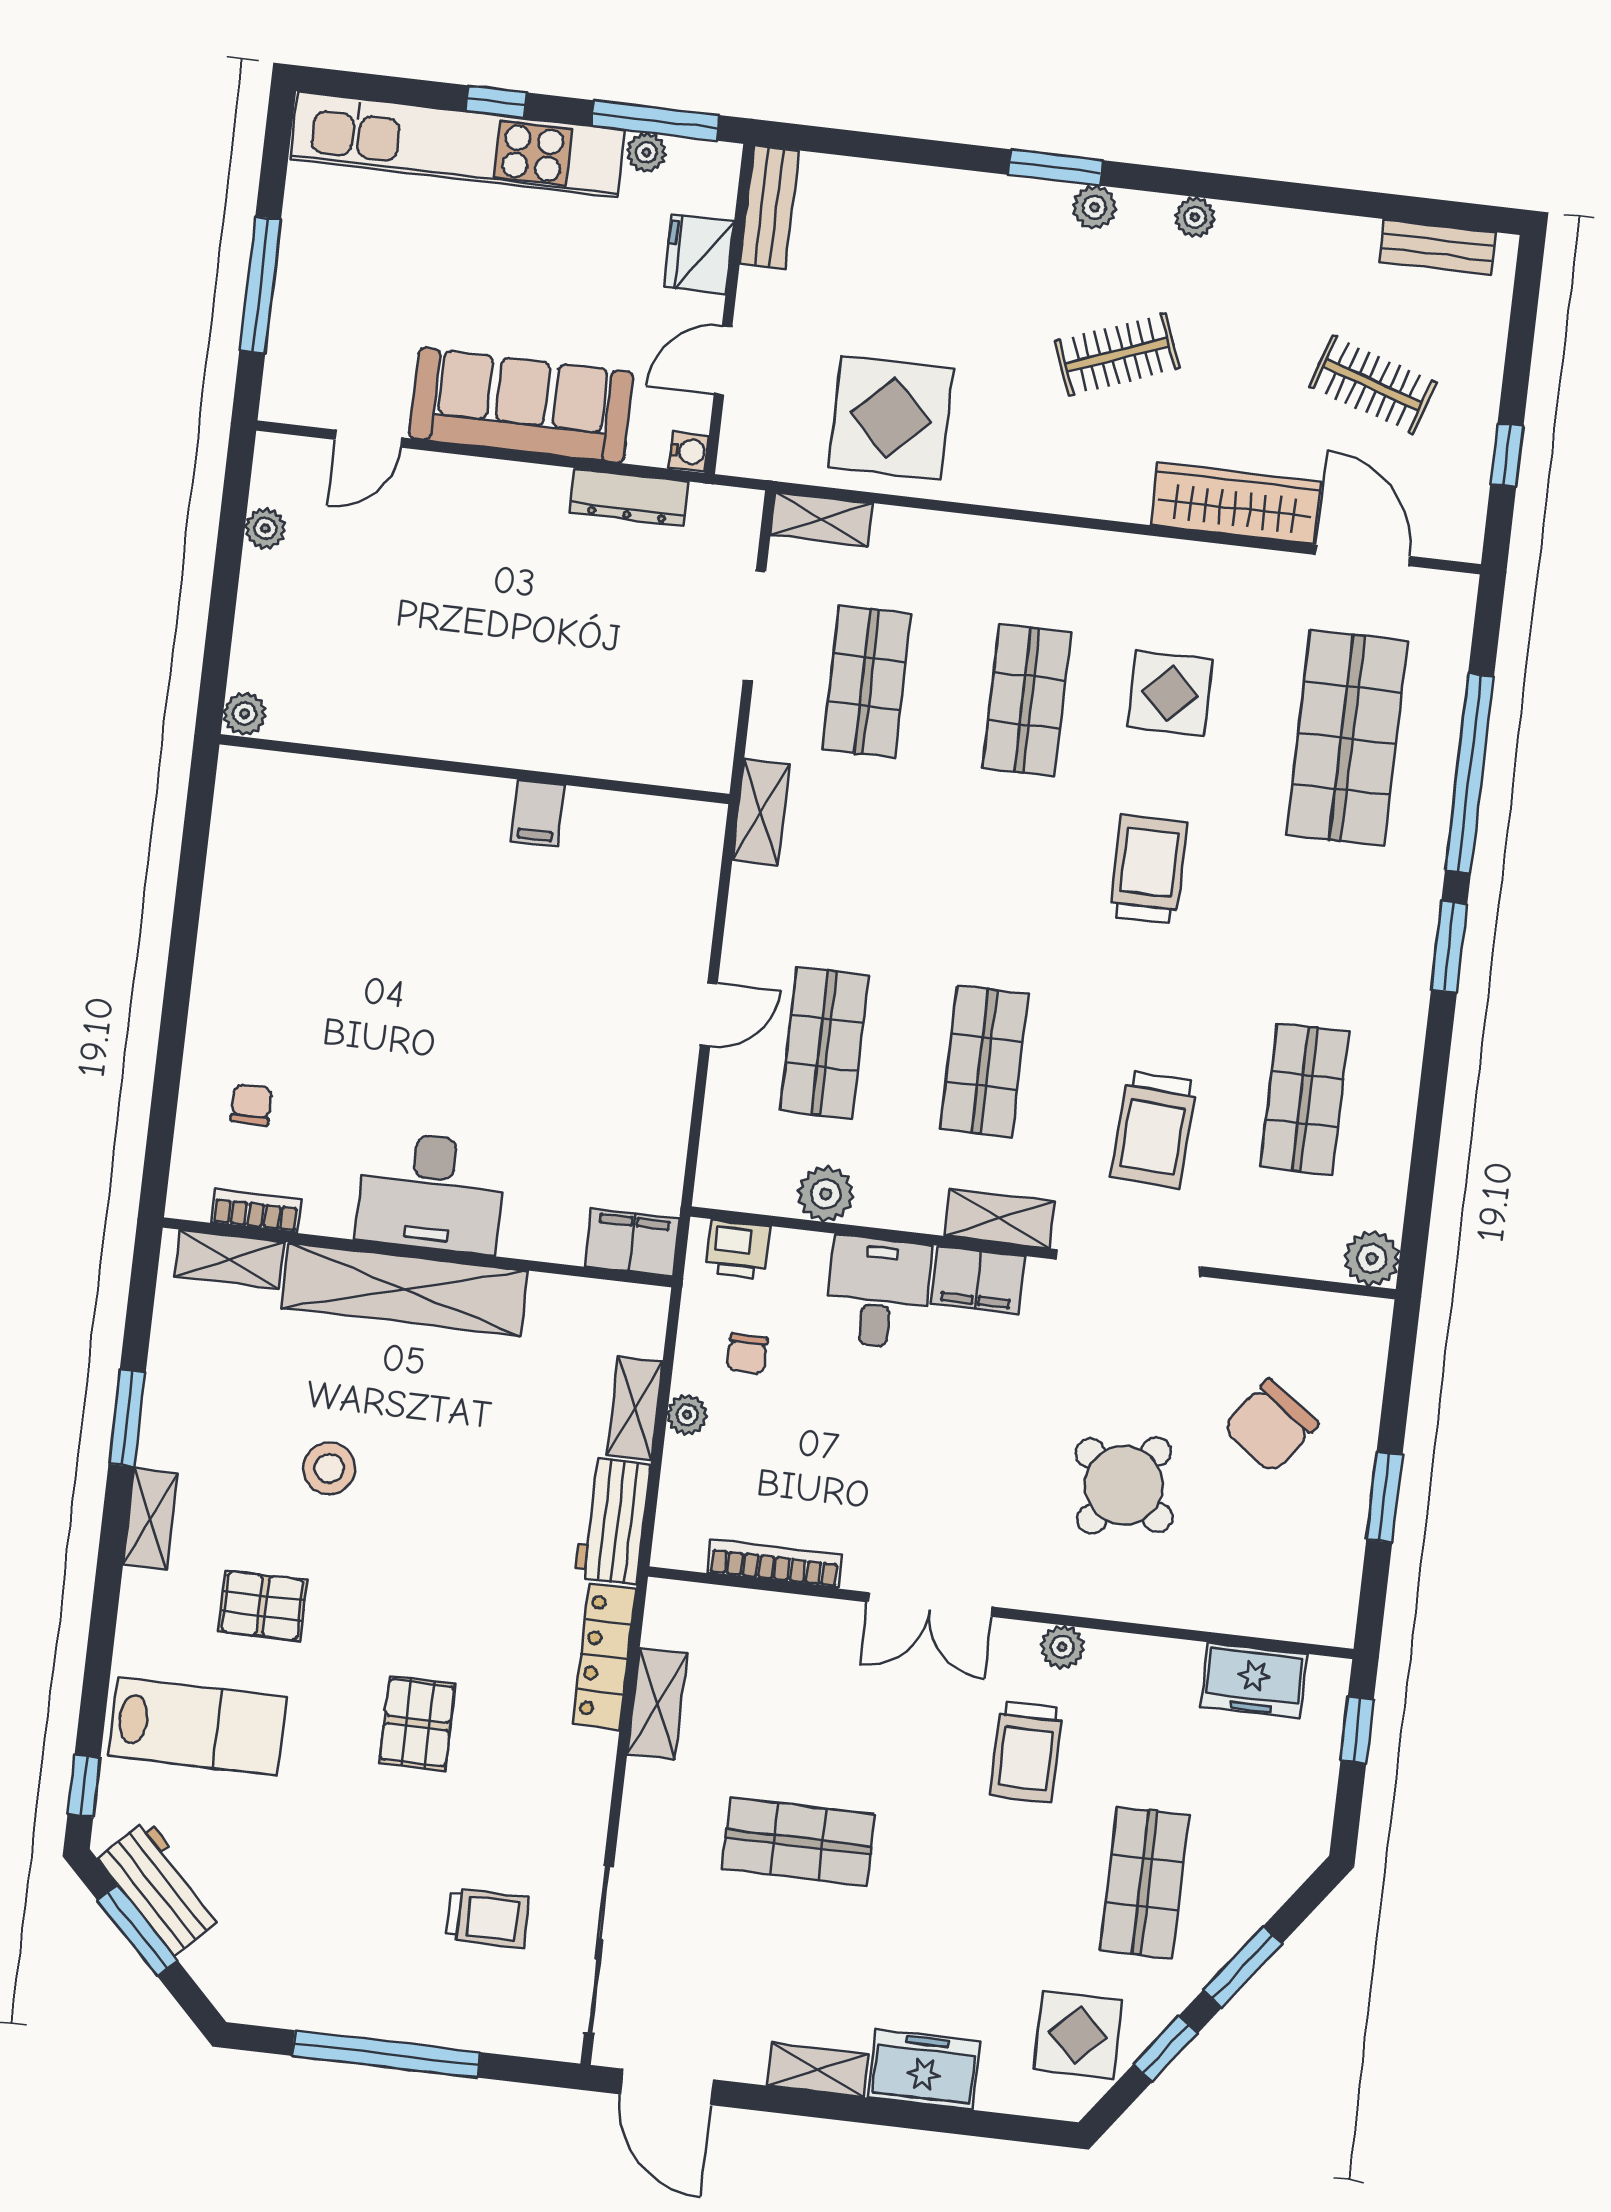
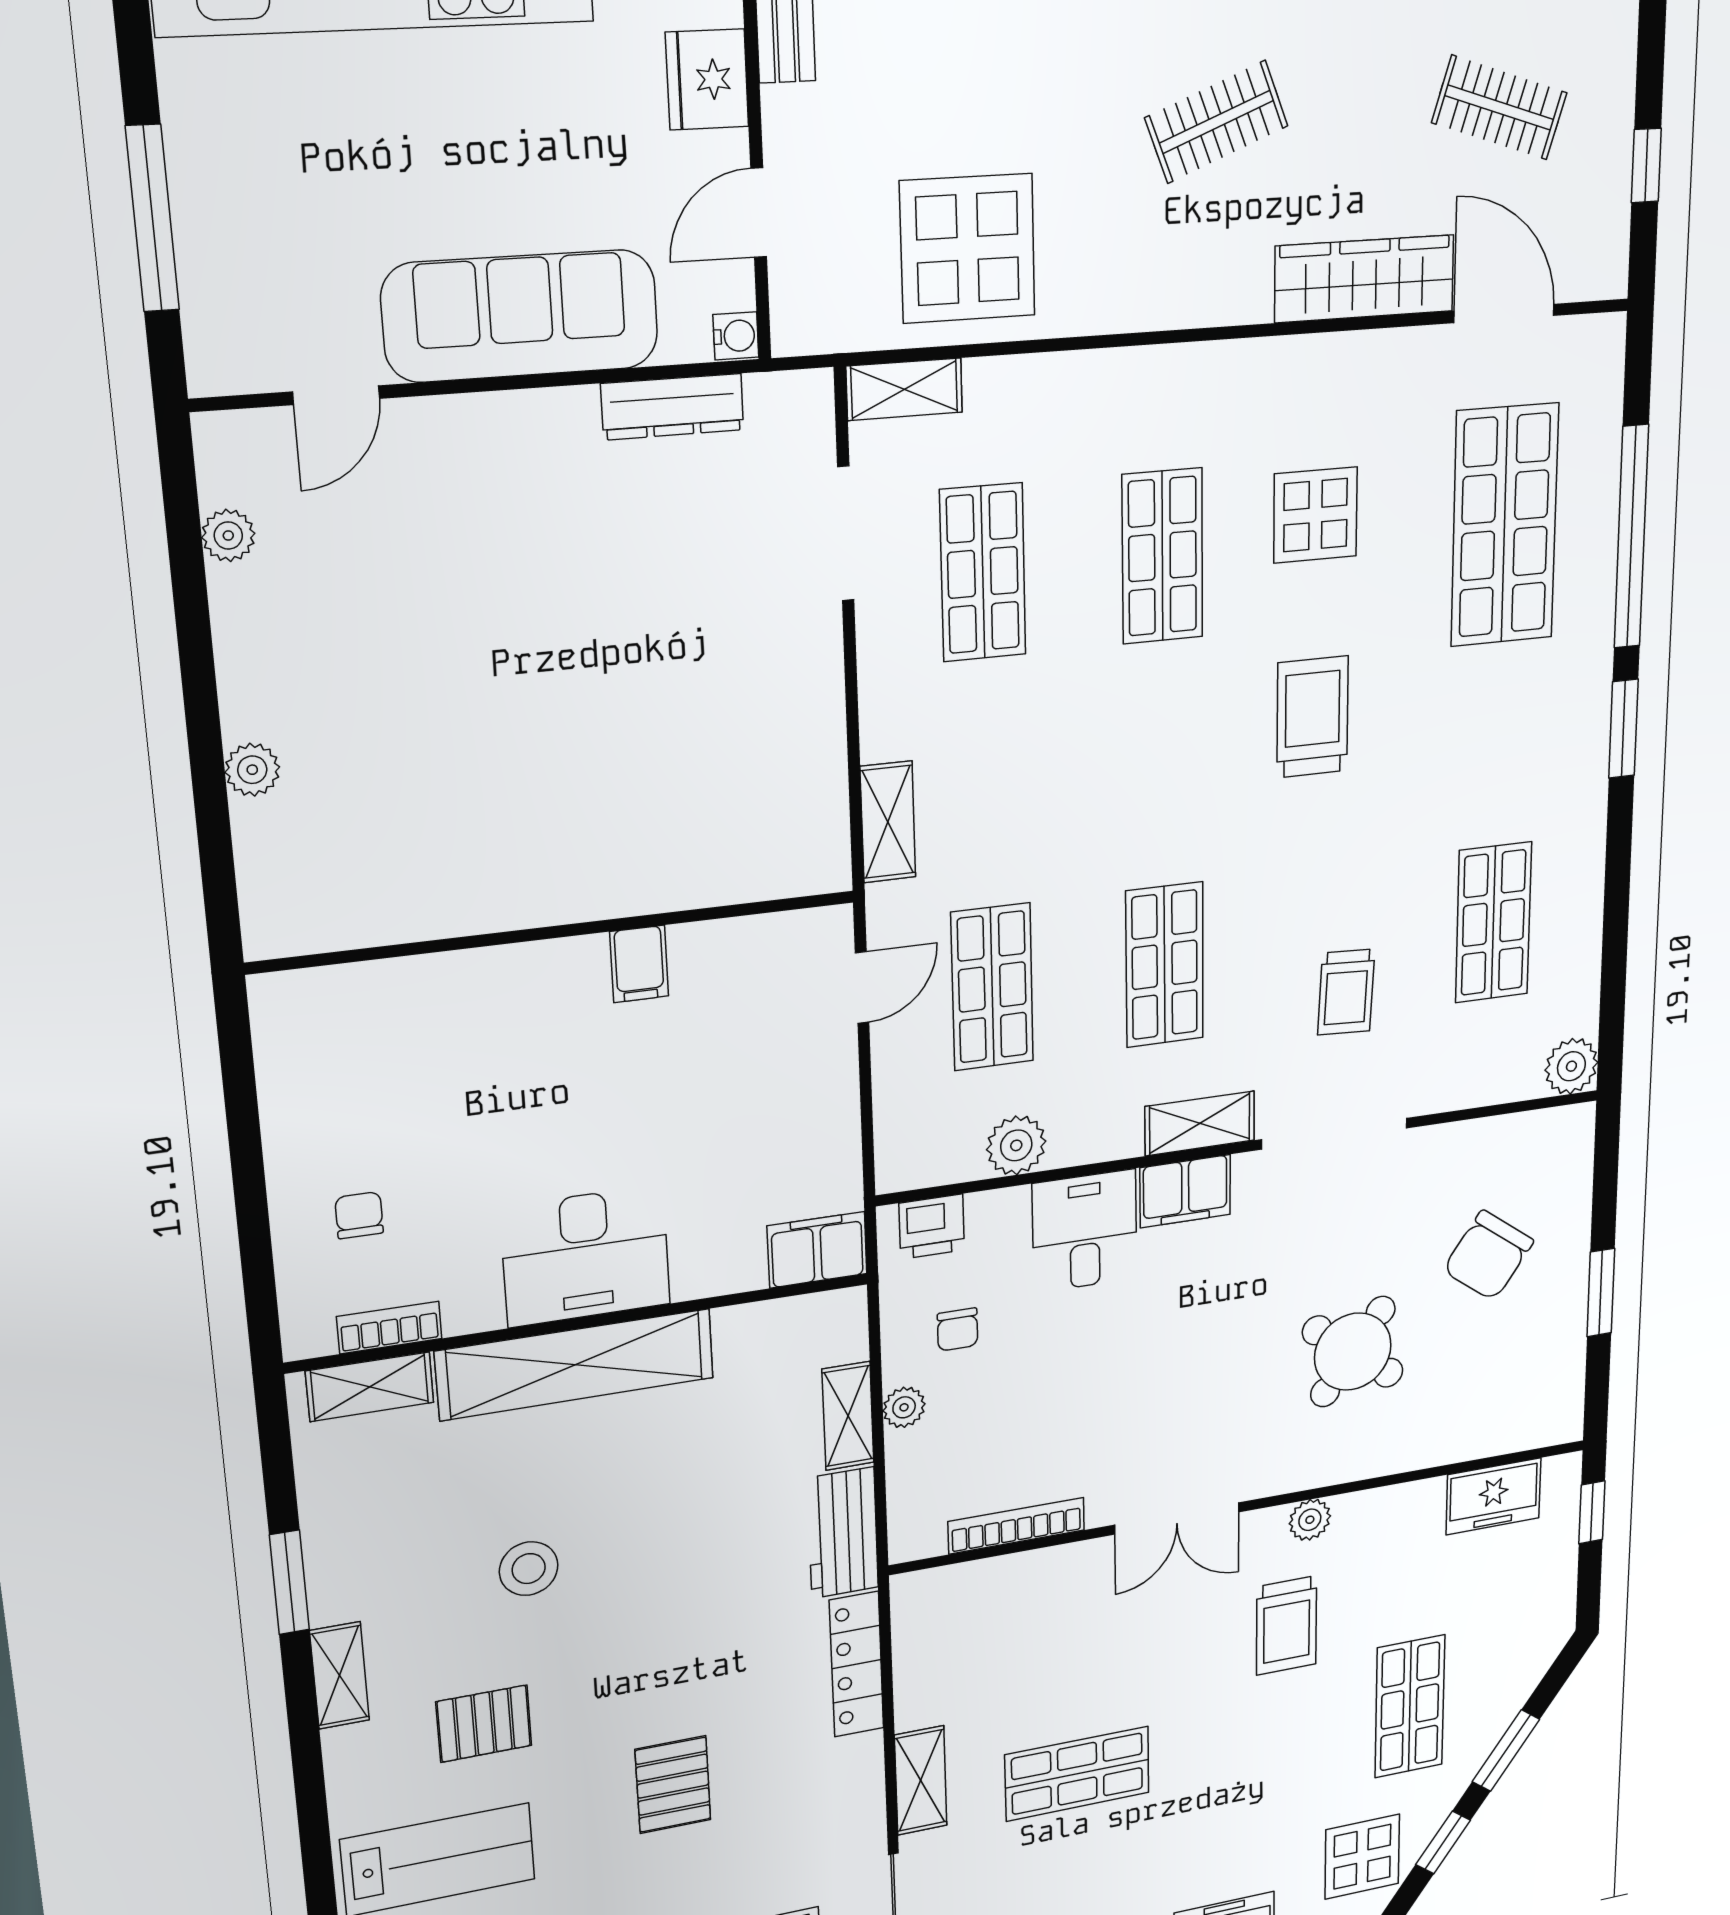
wall: (474, 769) -> (557, 932), moved
shelving: (761, 812) -> (888, 822), moved
filing cabinet: (538, 813) -> (639, 964), moved
trolley: (1154, 1130) -> (1346, 992), width x0.73, depth x0.72
shelving: (657, 1704) -> (921, 1780), moved

